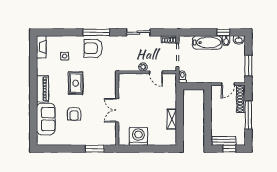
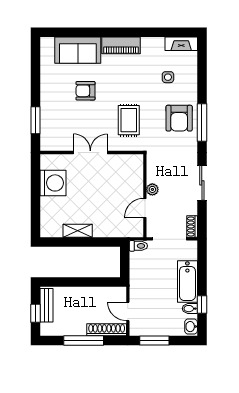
armchair: (93, 48) -> (179, 118), turned 180
rug: (76, 83) -> (129, 120), moved, turned 90

